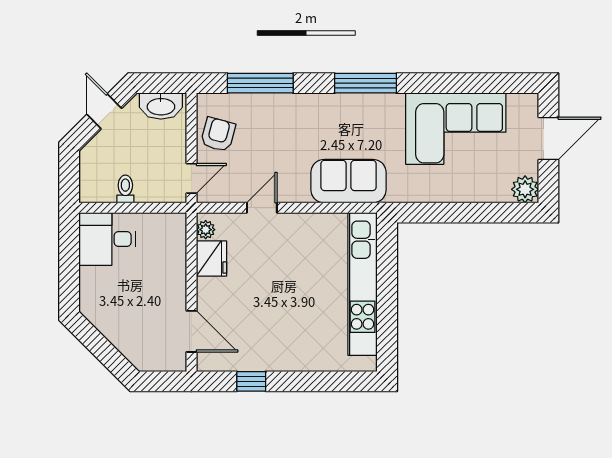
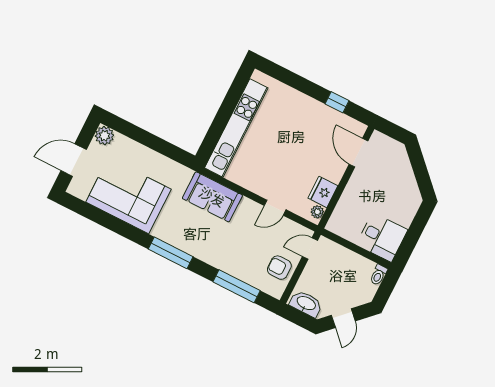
armchair: (218, 134) -> (279, 268), turned 75
toilet: (125, 189) -> (378, 275), moved

